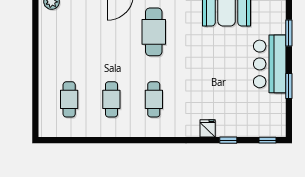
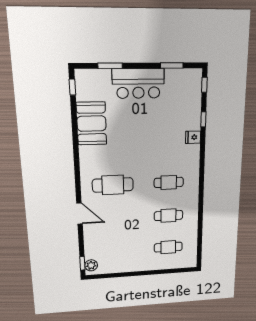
window: (289, 86) -> (172, 65), moved

